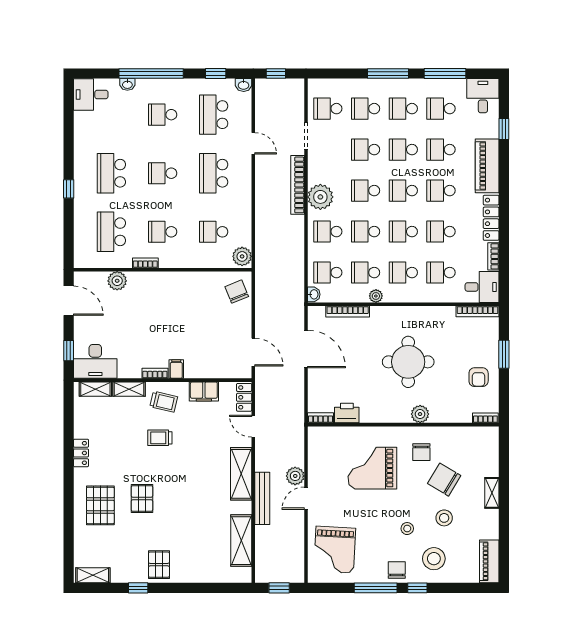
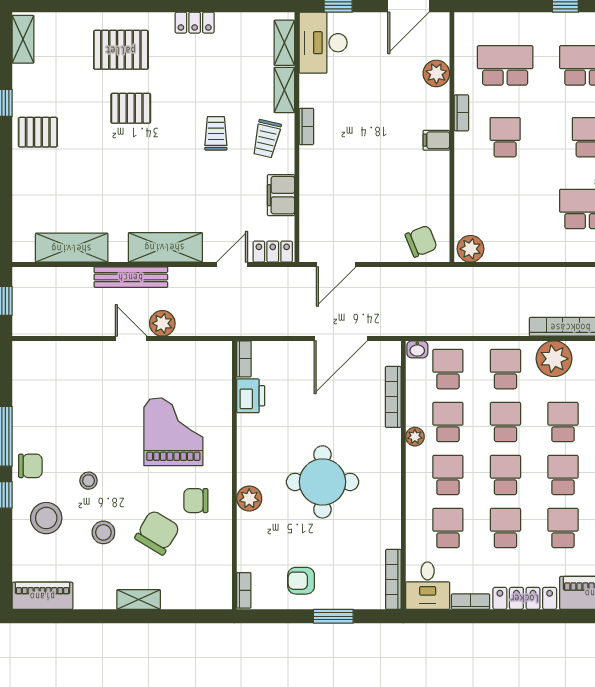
school desk: (214, 232) -> (505, 209), removed
filing cabinet: (176, 369) -> (436, 140), moved, turned 180
grand piano: (335, 550) -> (59, 379), removed

